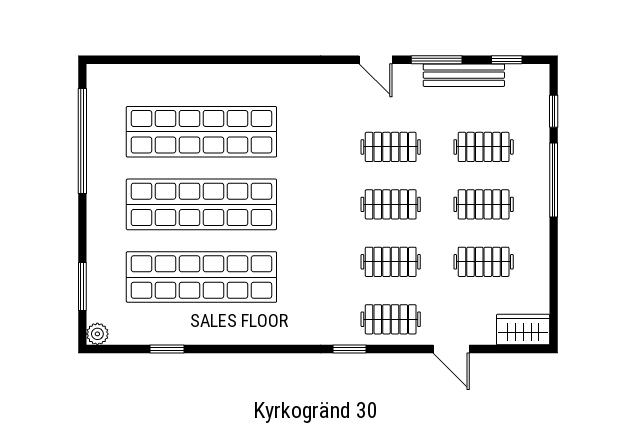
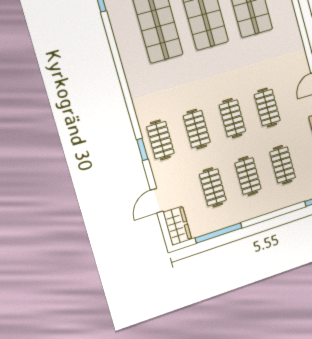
window: (554, 180) -> (219, 233), moved
window: (349, 349) -> (142, 149), moved
door: (451, 349) -> (157, 201), moved

